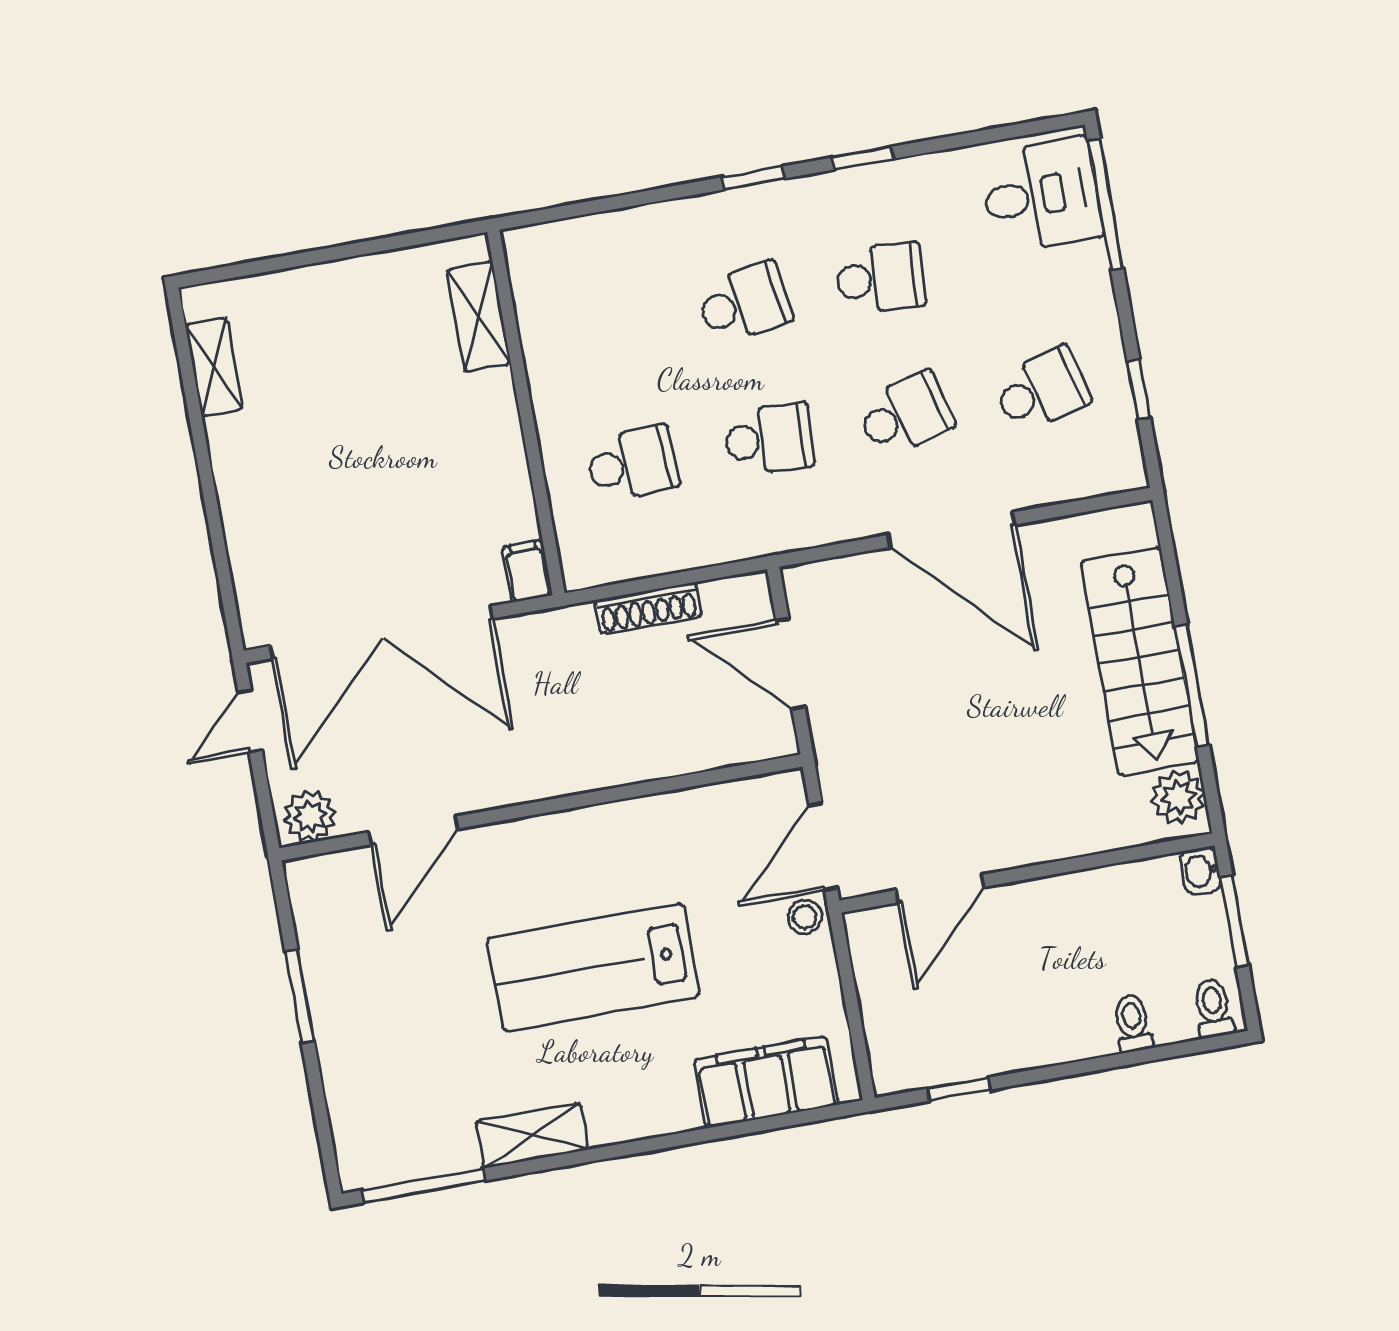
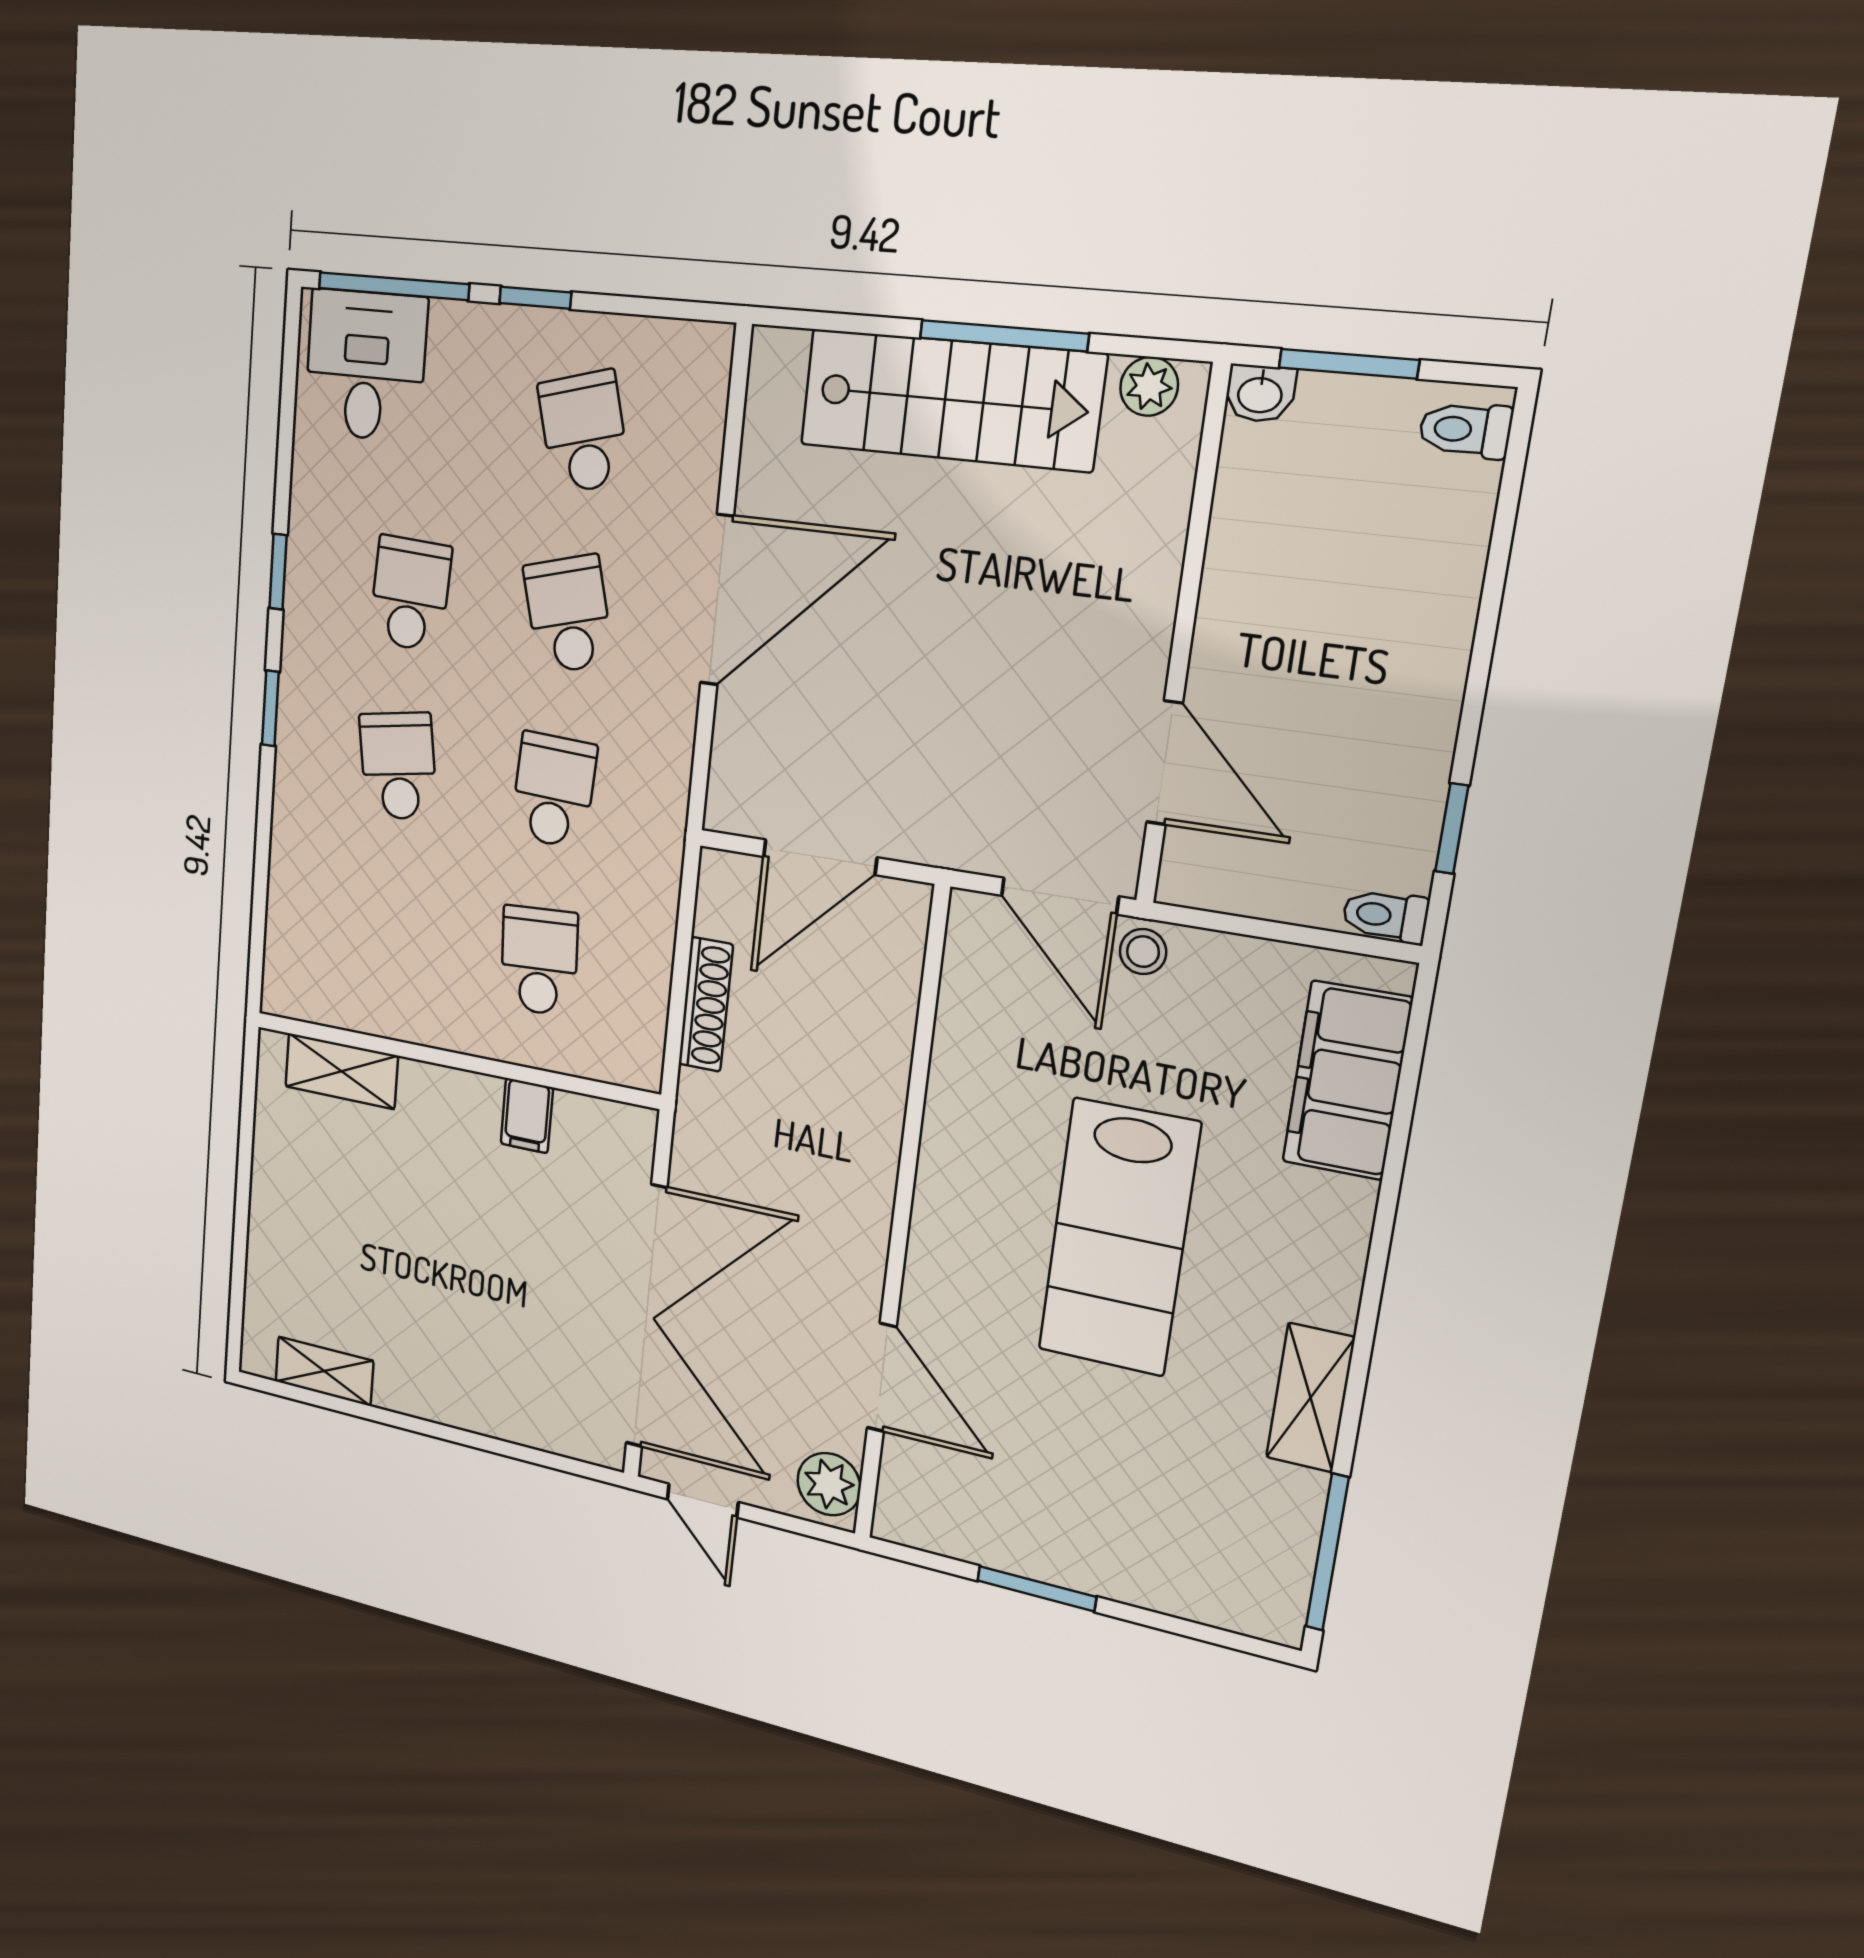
window: (1139, 390) -> (535, 298), moved
filing cabinet: (527, 571) -> (527, 1116), moved, turned -90
plant: (1178, 797) -> (1149, 386), width x0.73, depth x0.73
toilet: (1133, 1023) -> (1385, 916), moved

